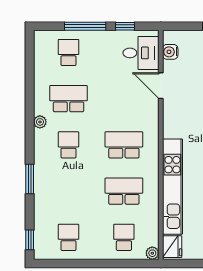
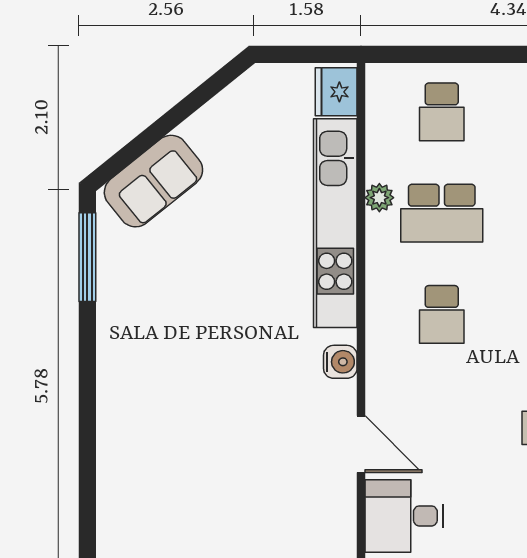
water cooler: (170, 52) -> (340, 362), moved
school desk: (124, 145) -> (442, 314), width x0.54
plant: (152, 253) -> (379, 198), moved

